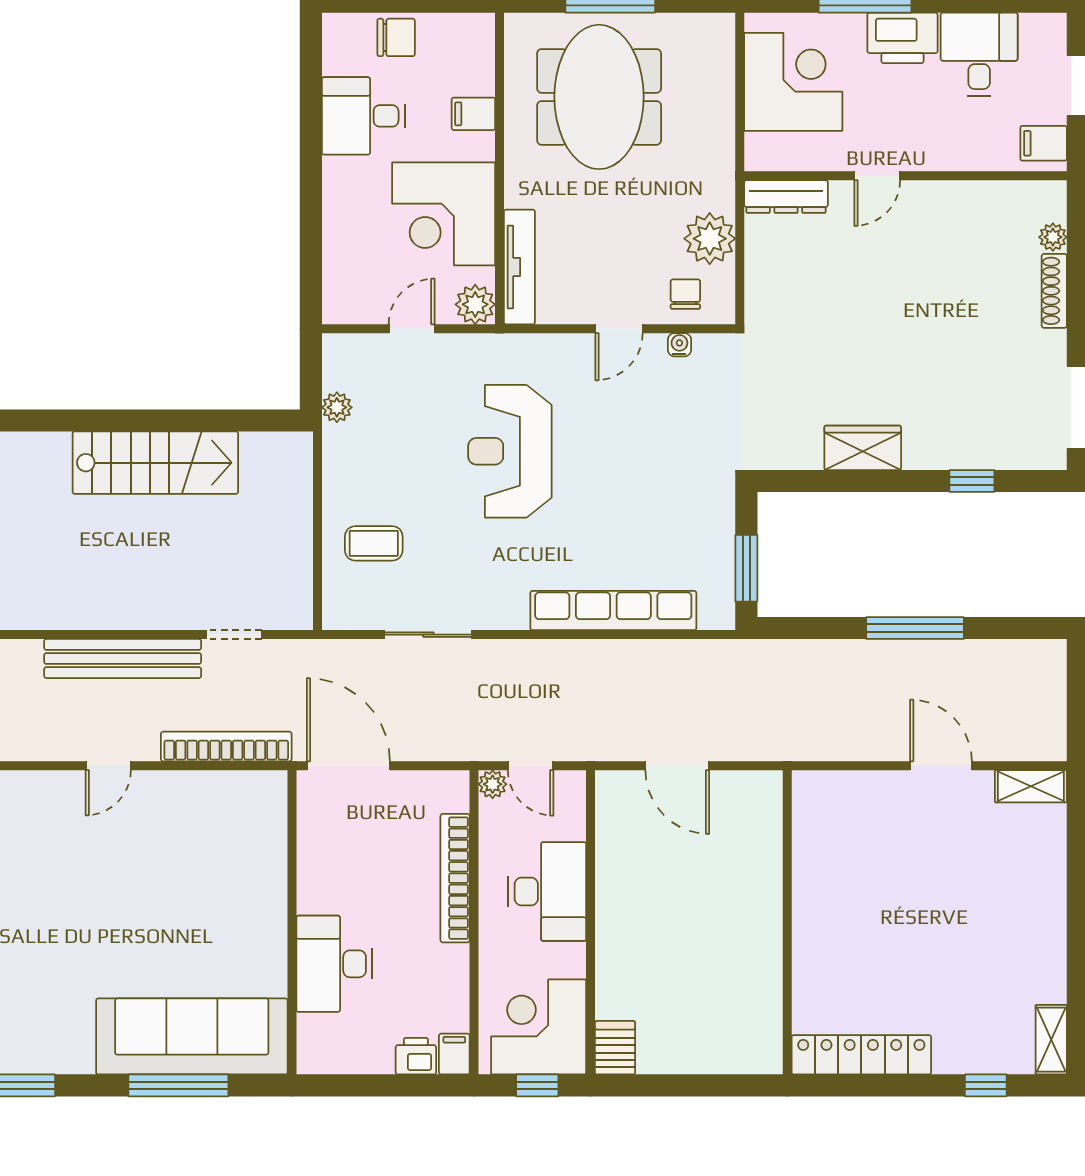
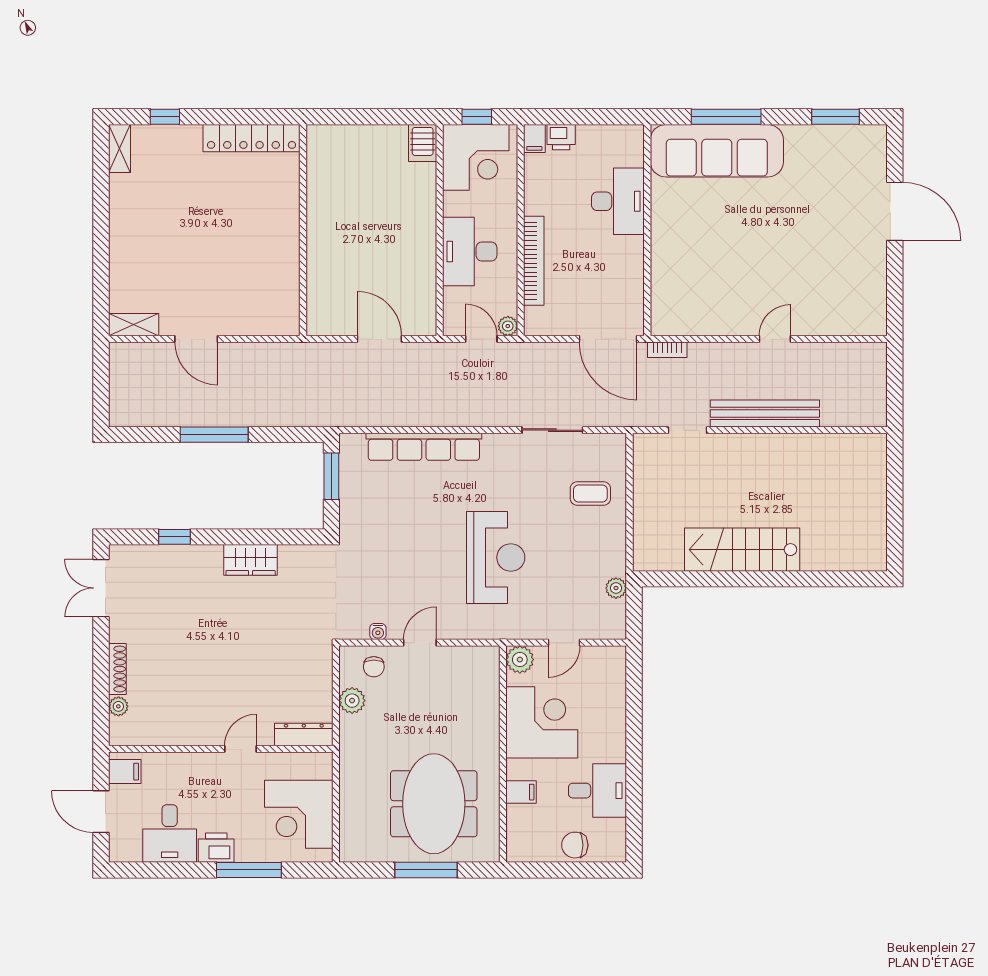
printer: (903, 38) -> (216, 848), width x0.73, depth x0.84
plant: (710, 239) -> (352, 701), width x0.73, depth x0.73
tv unit: (519, 267) -> (489, 686), removed
bookcase: (226, 747) -> (667, 350), width x0.43, depth x0.76

